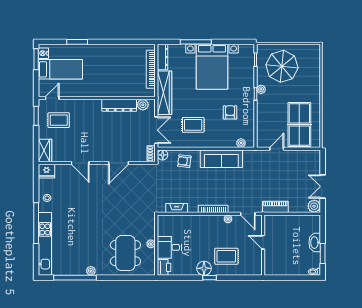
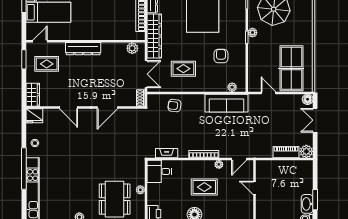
dresser: (119, 105) -> (83, 49), moved
door: (277, 149) -> (268, 93), hinge flipped
floor lamp: (163, 155) -> (308, 99), moved
sofa: (221, 159) -> (227, 103), moved
double door: (323, 186) -> (315, 120), moved
piano: (275, 207) -> (286, 152), moved
door: (248, 214) -> (239, 159), hinge flipped
washbasin: (315, 243) -> (307, 204), moved
desk: (169, 247) -> (159, 171), moved
rug: (226, 256) -> (204, 187), moved

